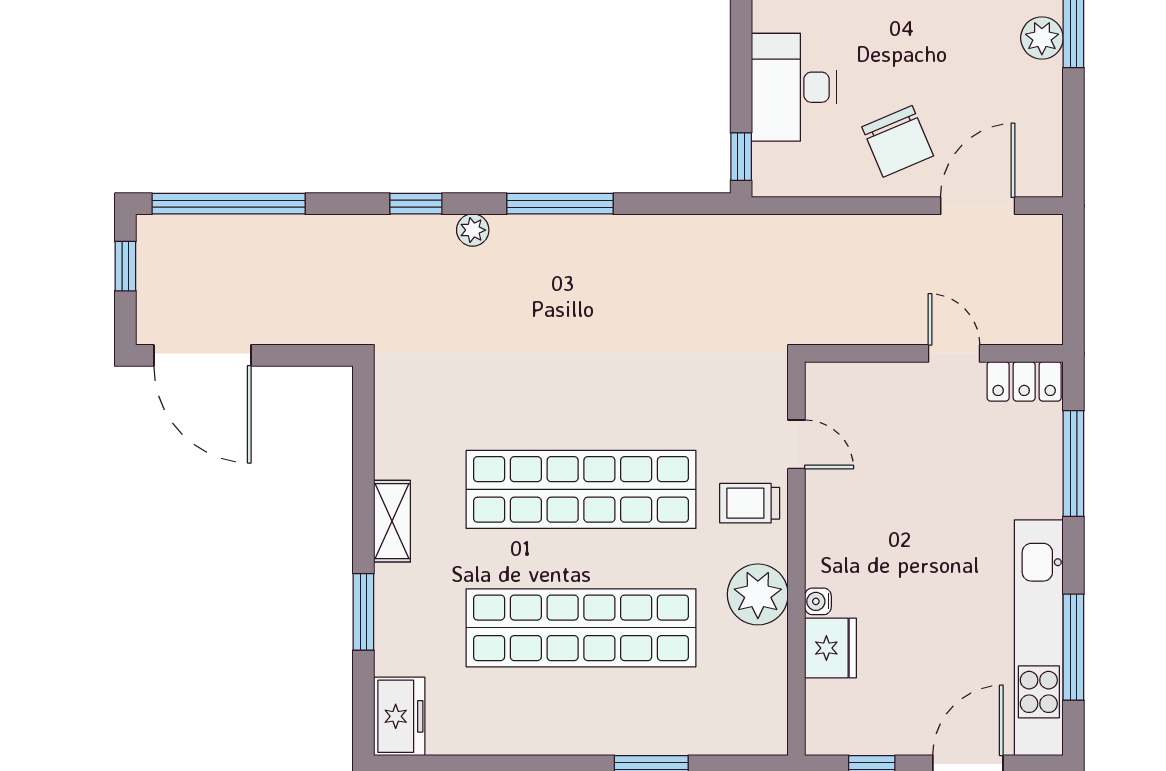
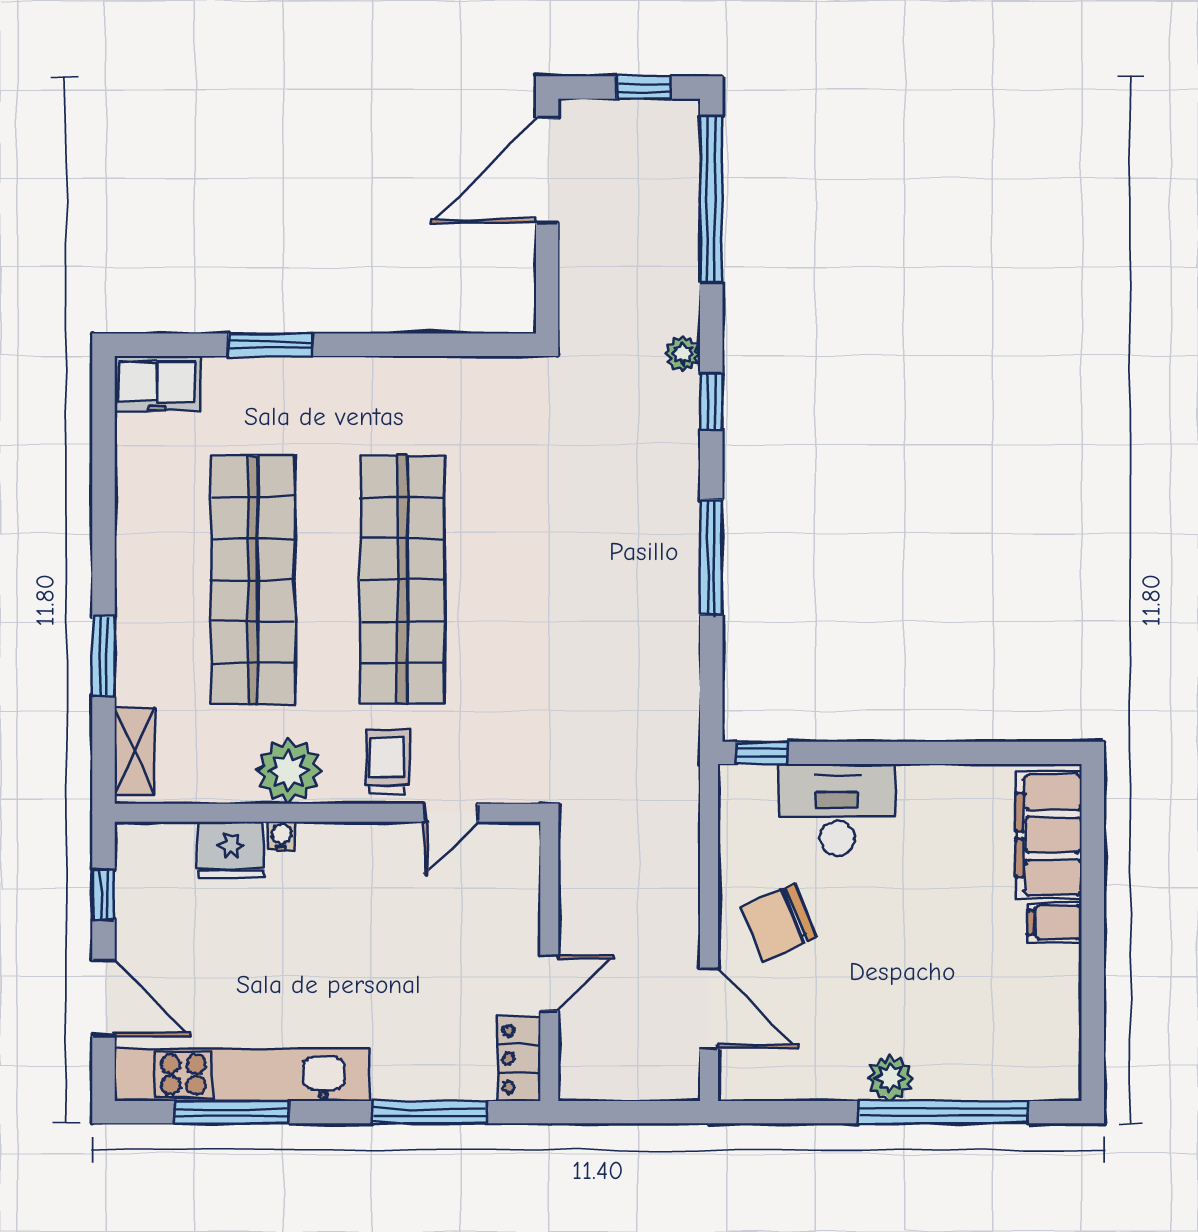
plant: (473, 230) -> (683, 354), moved
shelving: (392, 521) -> (134, 752), moved, turned 90

